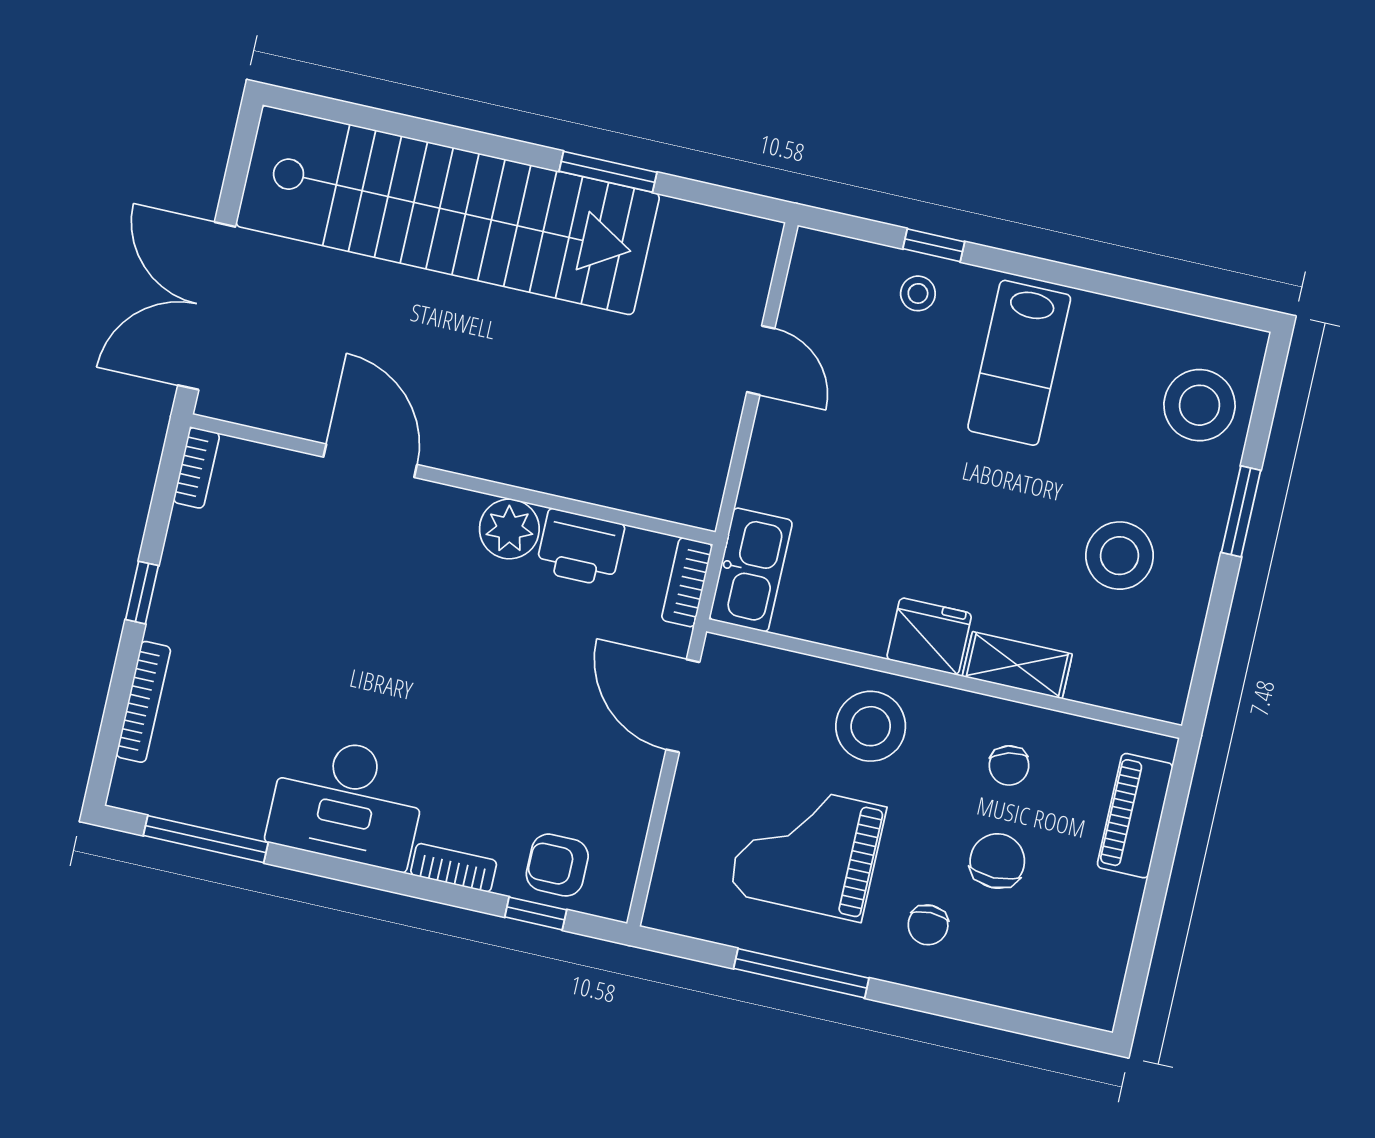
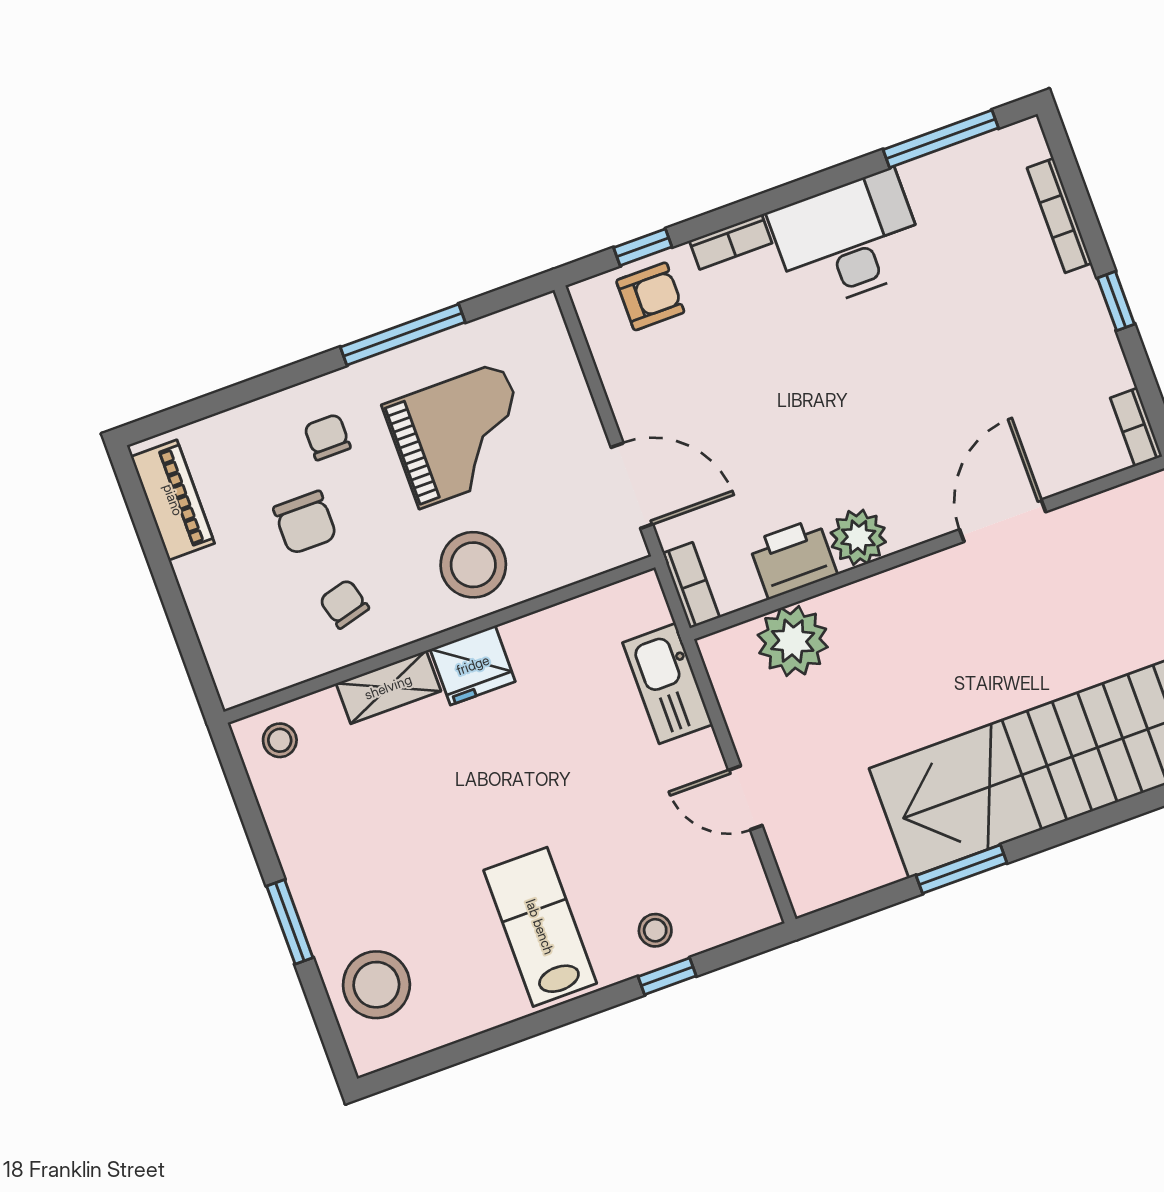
door: (370, 461) -> (1003, 521), swing flipped
plant: (628, 474) -> (793, 641), added
stool: (1119, 556) -> (280, 740), moved, width x0.53, depth x0.53
kitchen sink: (751, 570) -> (667, 684), moved
piano: (1135, 816) -> (173, 500), moved

